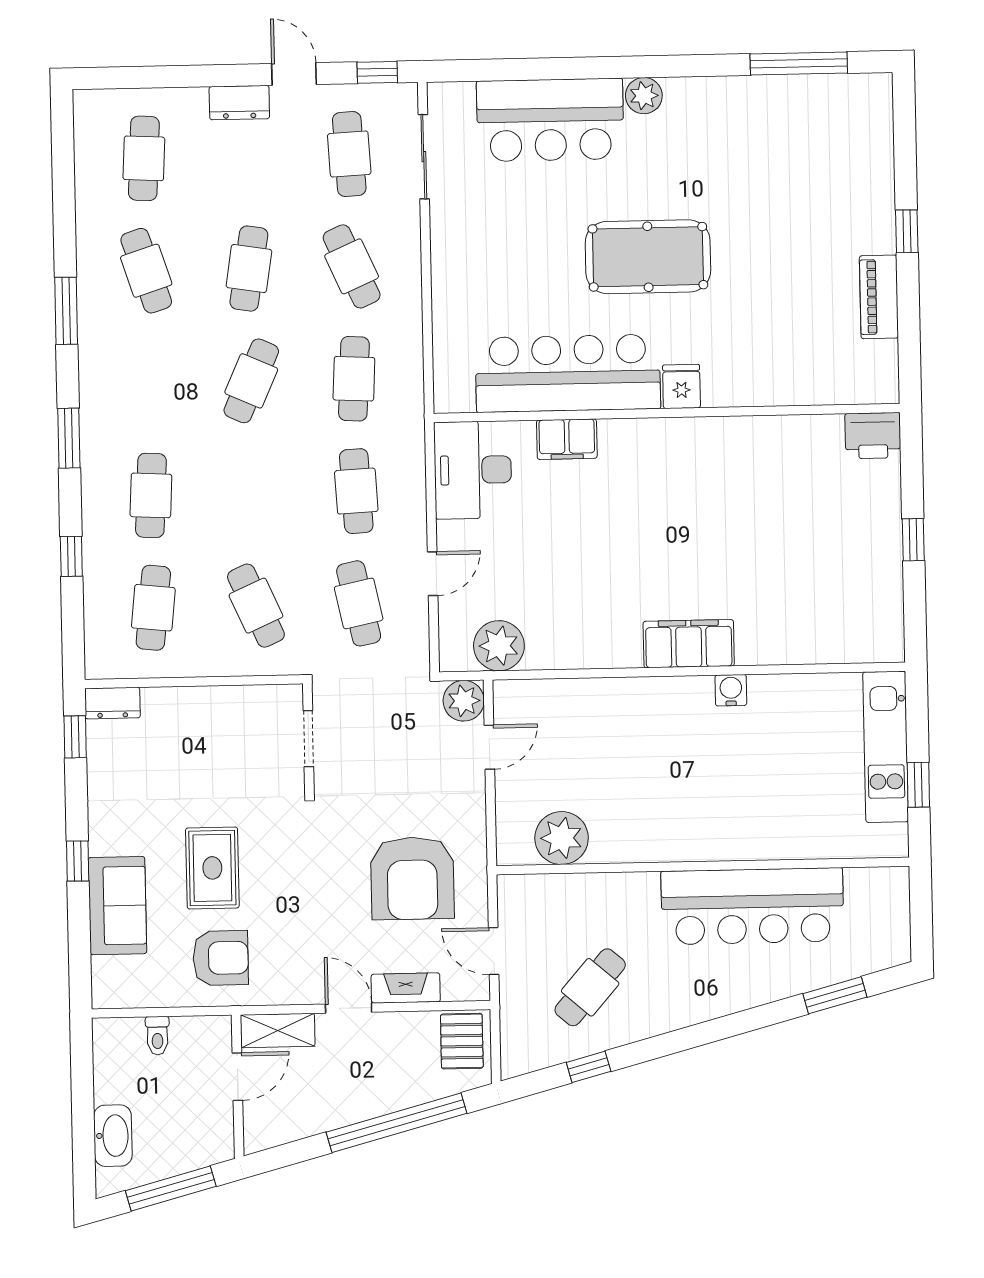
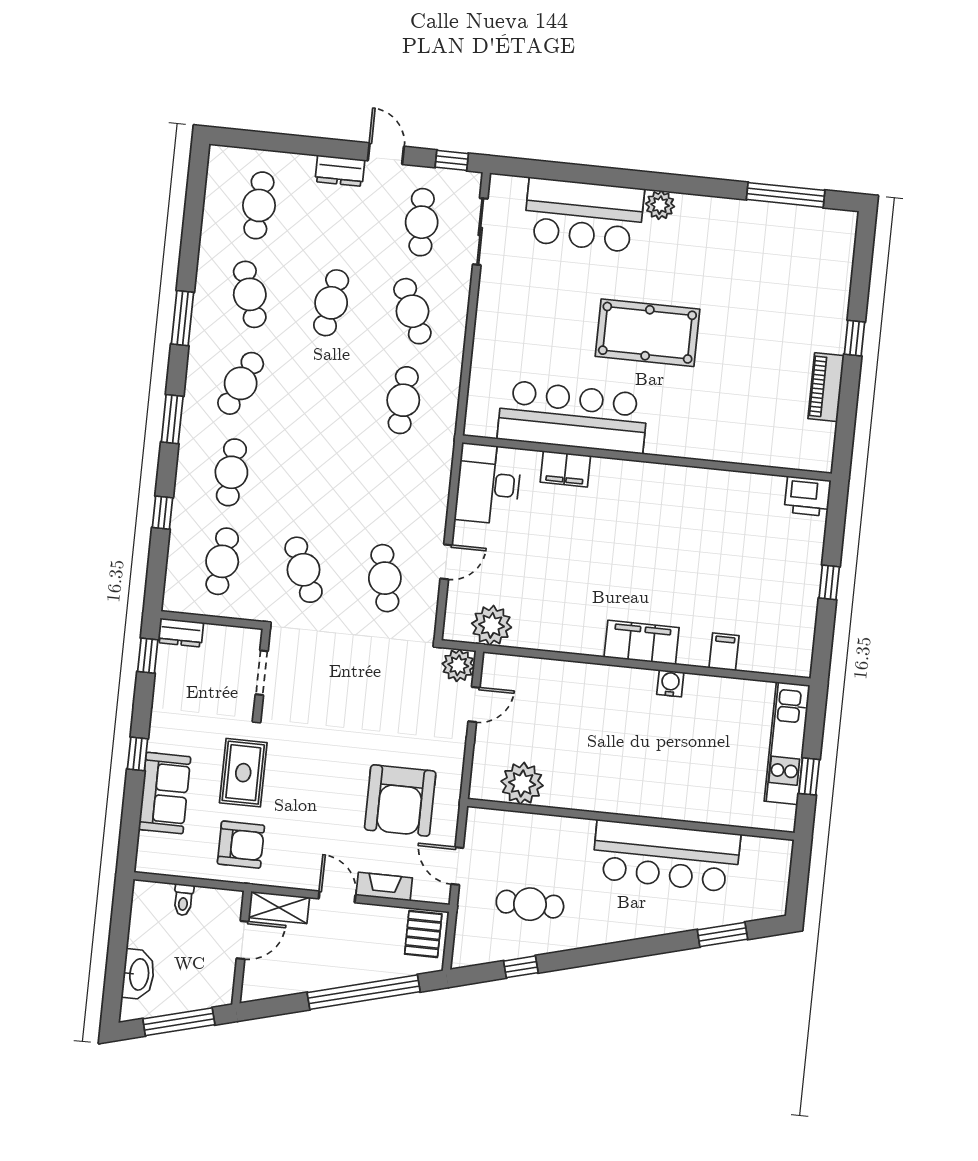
cafe table: (251, 381) -> (241, 383), moved
fridge: (681, 386) -> (661, 438), removed
cafe table: (356, 491) -> (394, 489), removed
filing cabinet: (793, 643) -> (724, 652), added
wall: (308, 738) -> (262, 672), moved
doorway: (308, 739) -> (262, 673), moved
cafe table: (590, 987) -> (530, 904), turned 49

